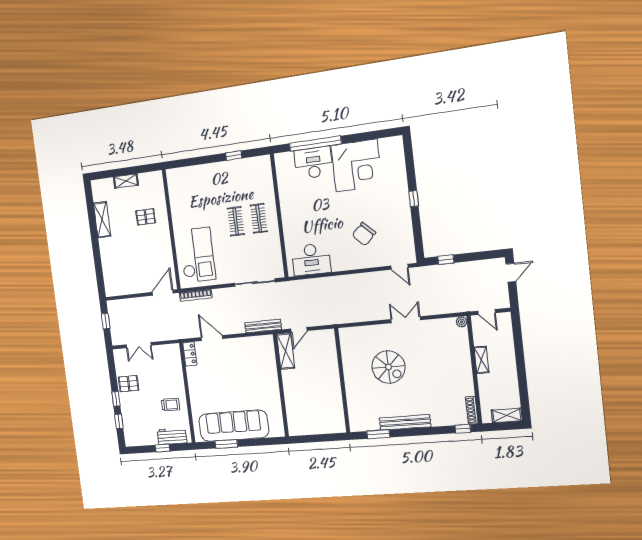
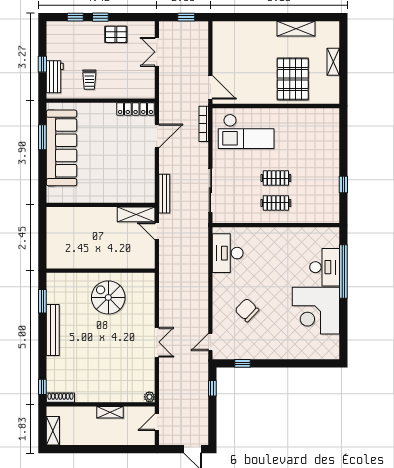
window: (414, 199) -> (243, 363), moved
pallet: (146, 217) -> (293, 79), width x2.05, depth x2.00
locker: (190, 354) -> (136, 109), width x1.53
spiral stairs: (388, 367) -> (108, 297), moved, turned 90
pallet: (129, 384) -> (116, 34), turned 90

